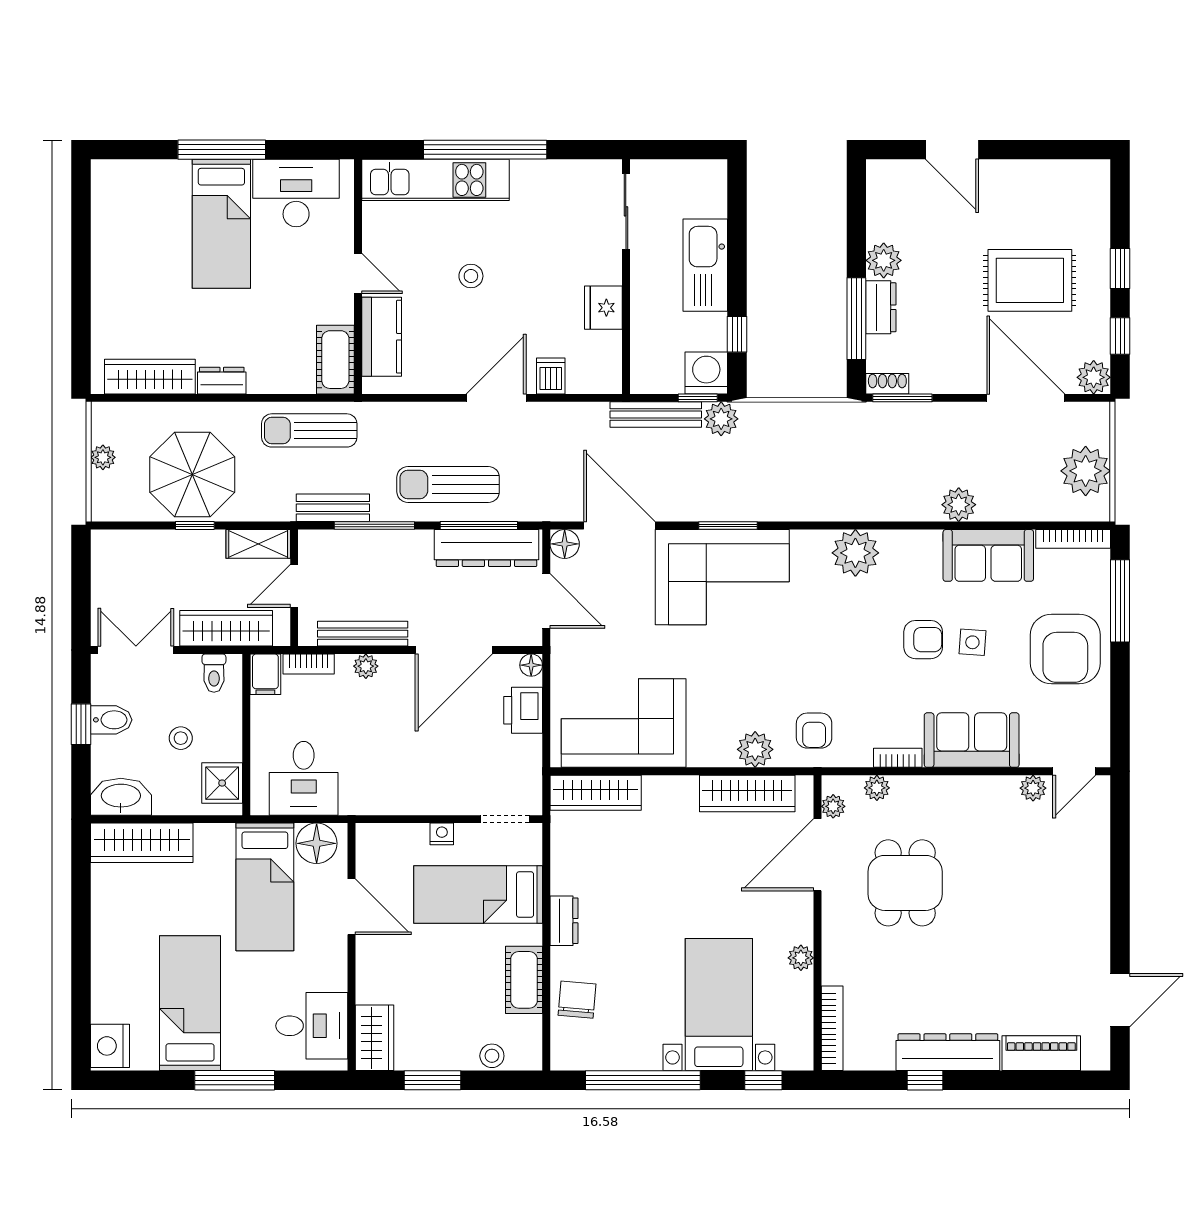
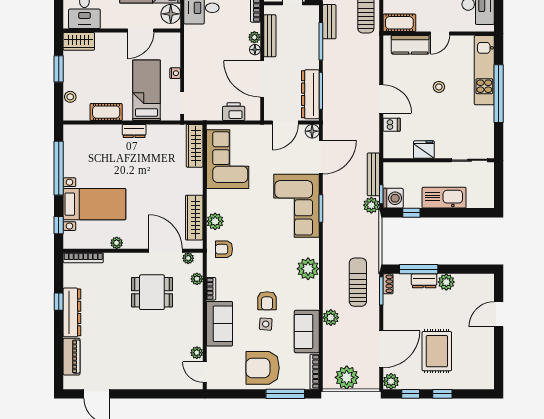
sun lounger: (448, 484) -> (358, 282), moved
floor lamp: (531, 665) -> (255, 50), moved
chair: (577, 1000) -> (97, 137), removed

